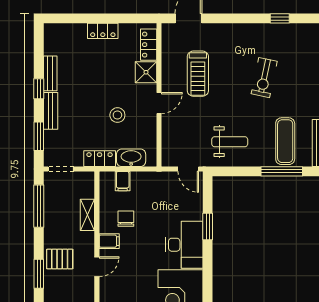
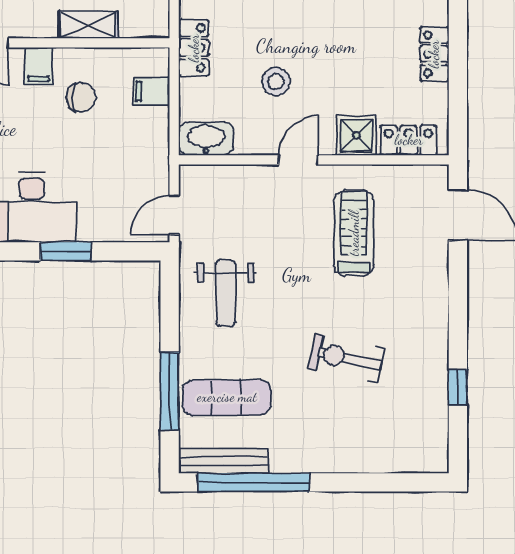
treadmill: (198, 74) -> (354, 233), turned 90
door: (159, 103) -> (298, 160), swing flipped
washbasin: (131, 158) -> (206, 139), moved, turned -90

